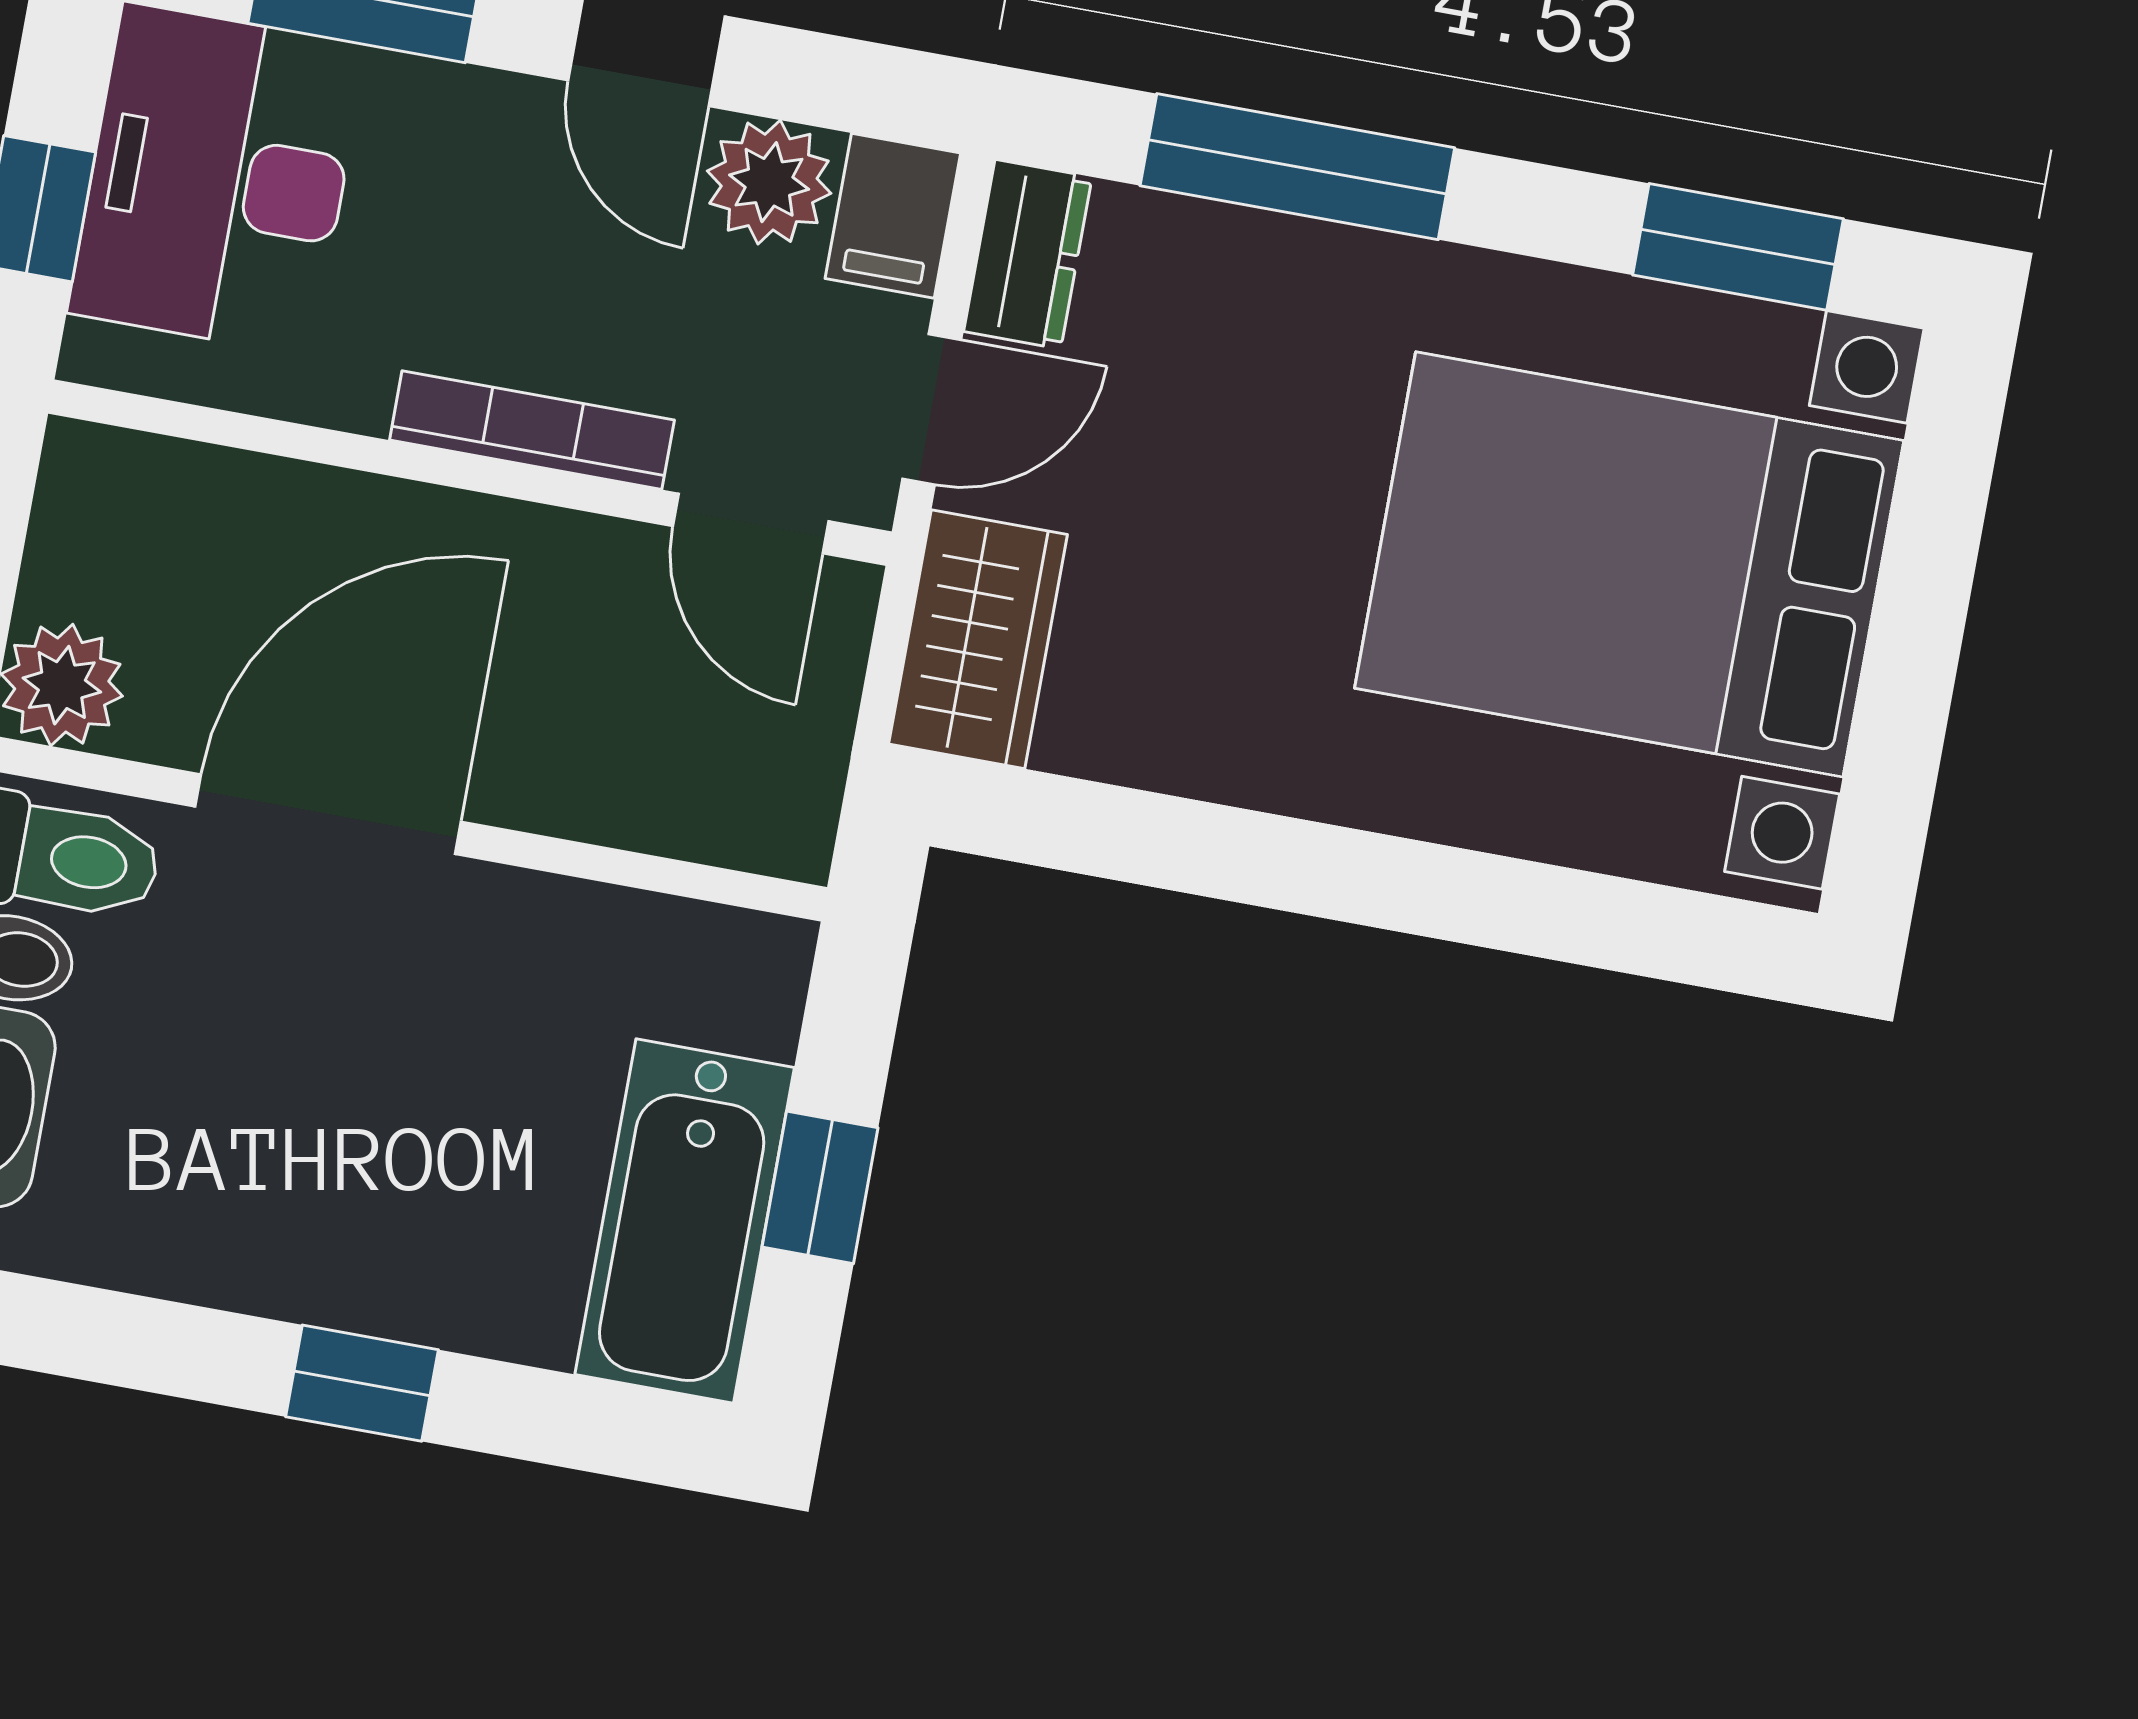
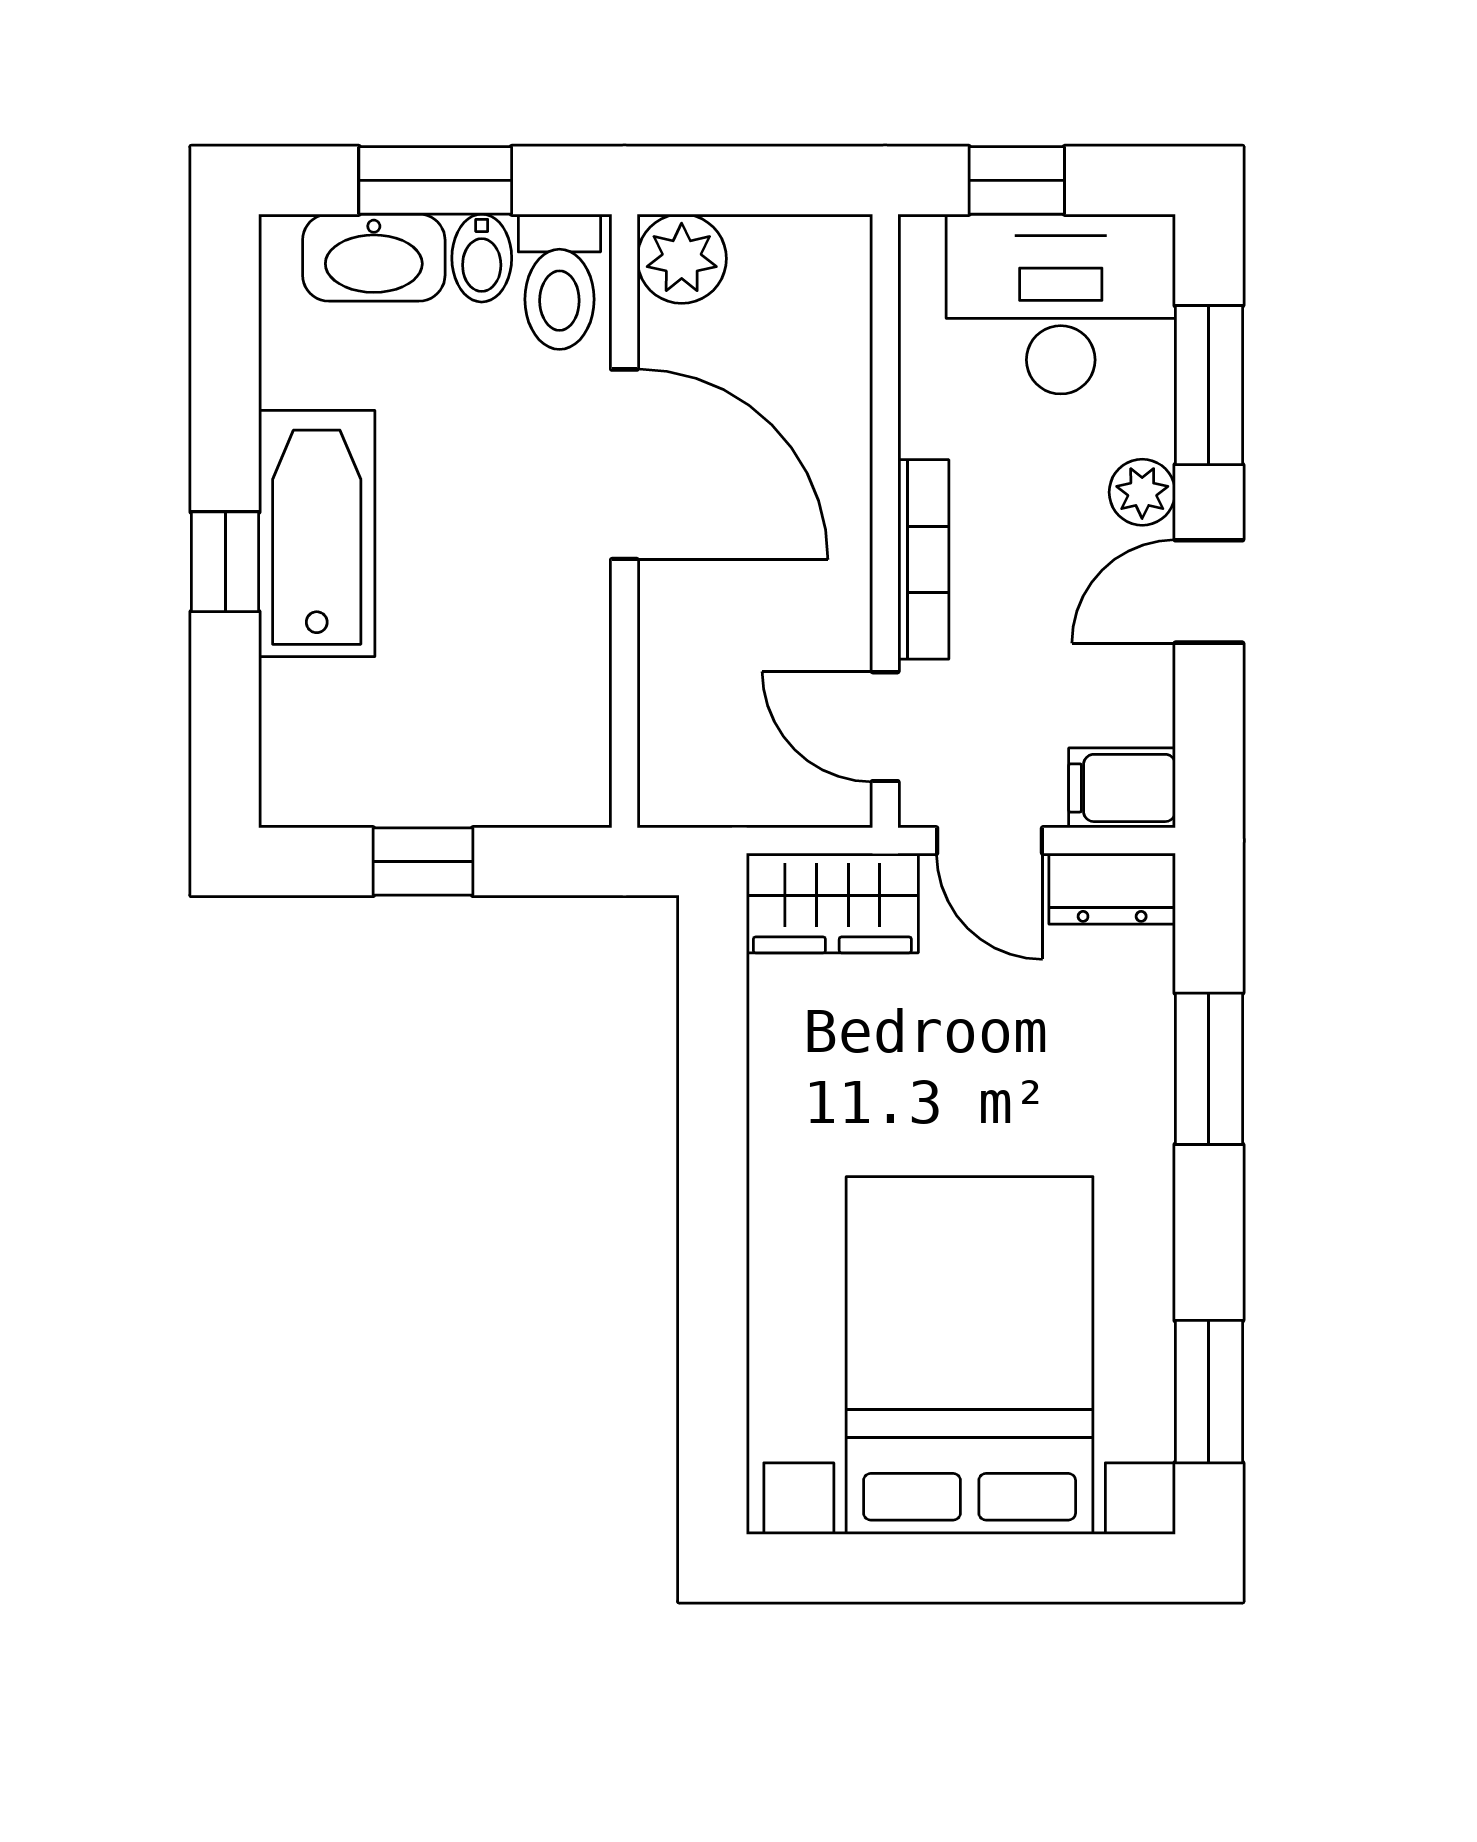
window: (1297, 167) -> (1209, 1069), width x0.69
plant: (769, 182) -> (1142, 492), moved, width x0.73, depth x0.73
door: (751, 524) -> (885, 727), hinge flipped
bathtub: (685, 1221) -> (317, 534), moved, turned 90

